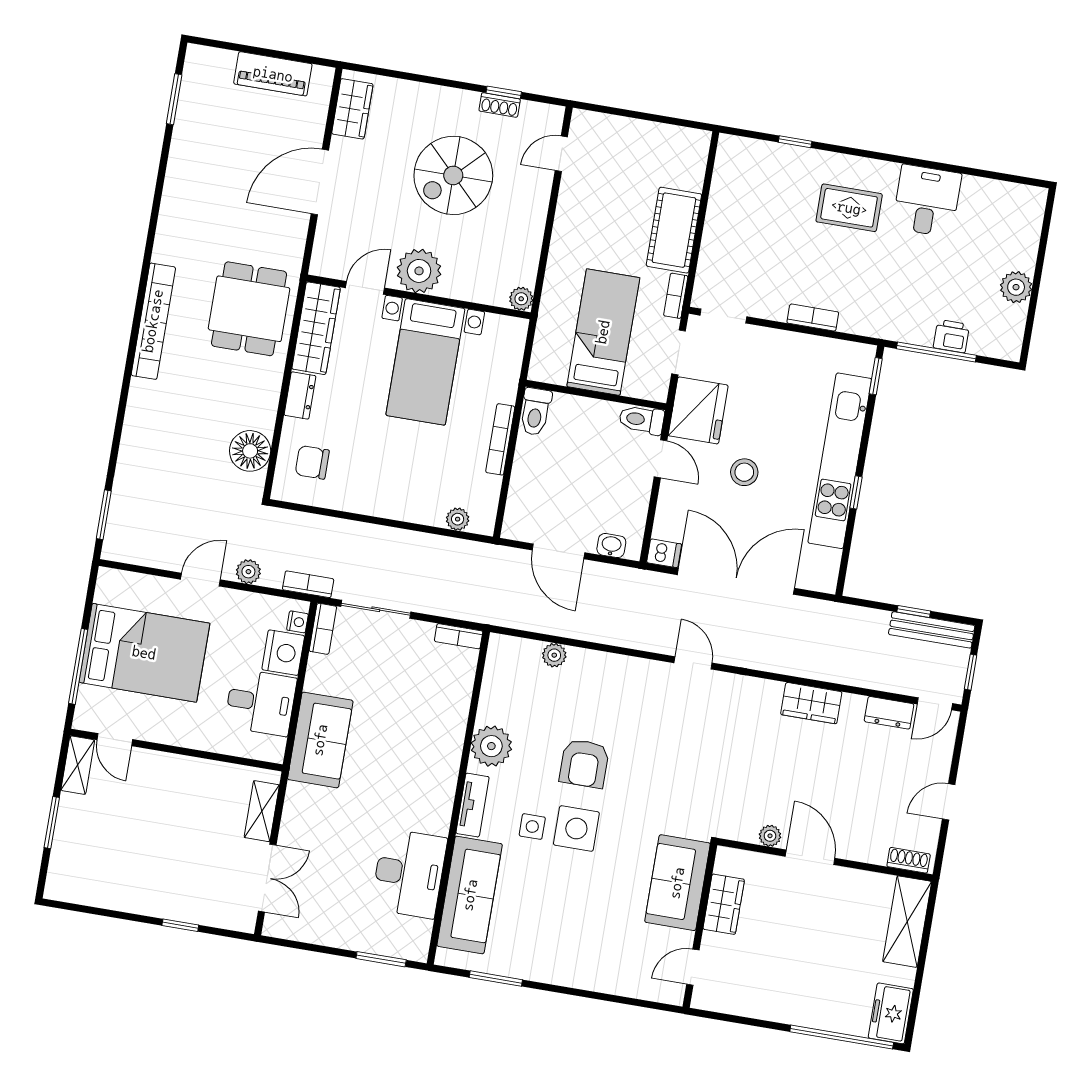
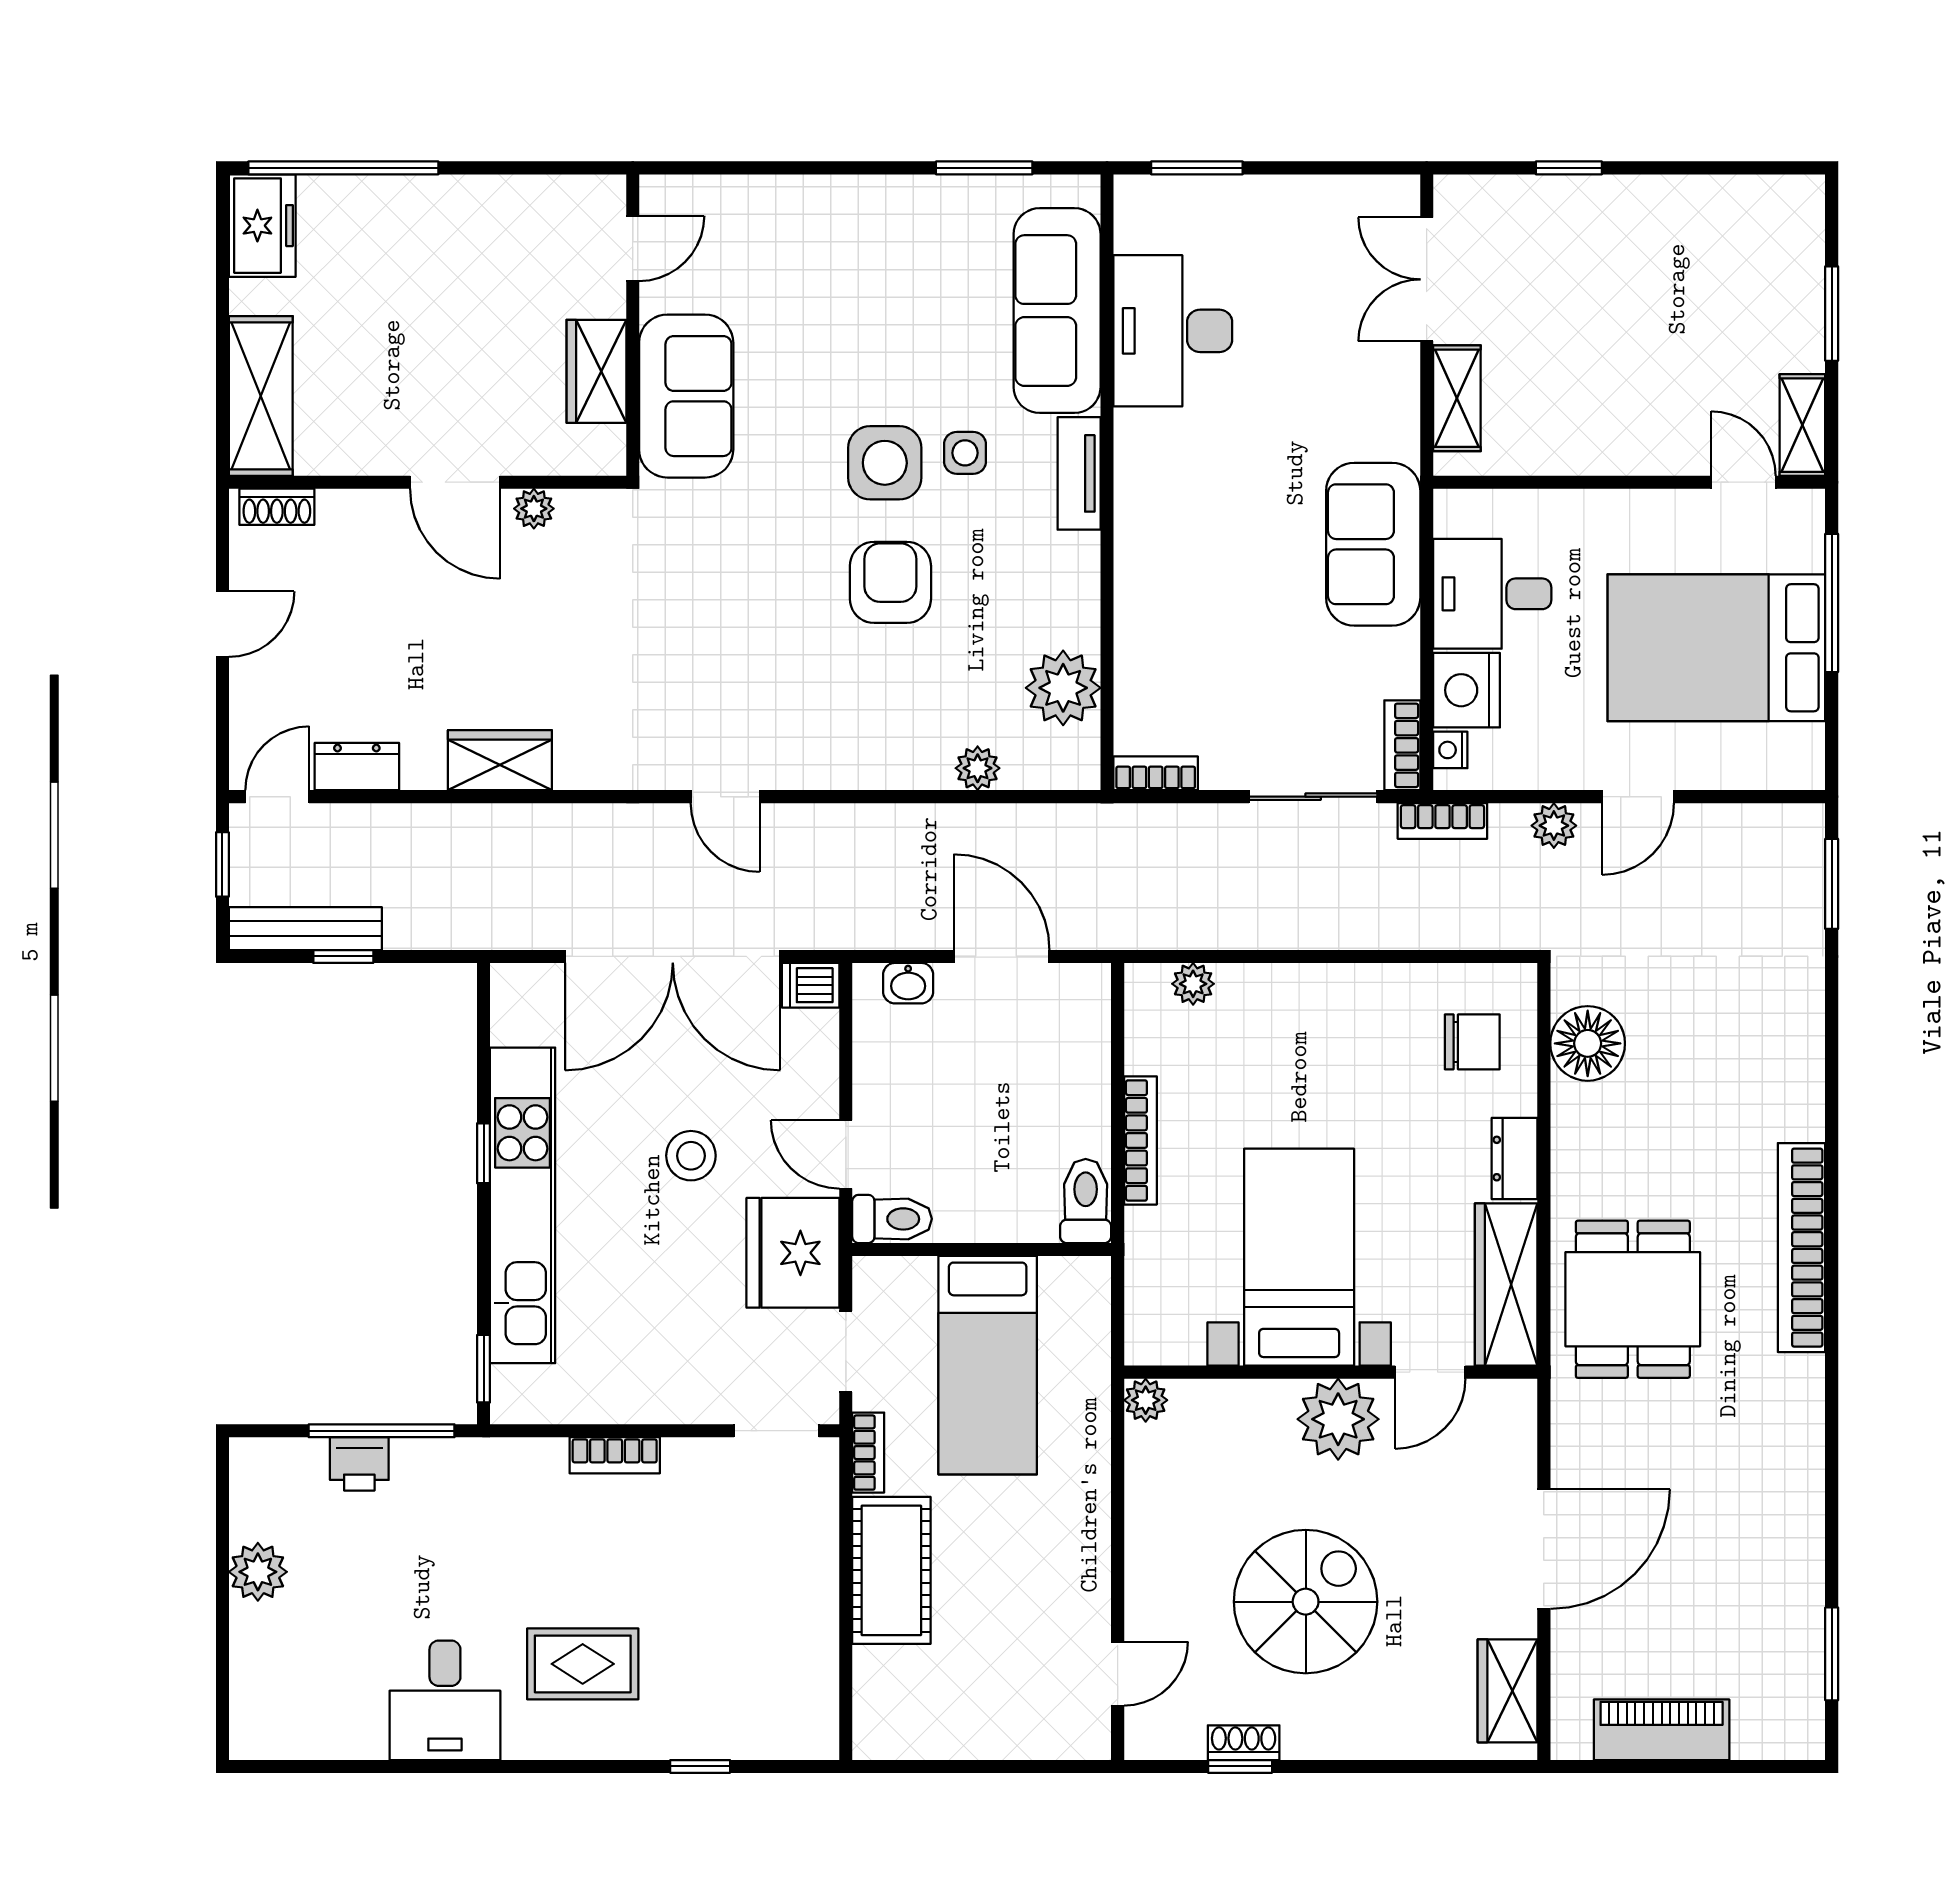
plant: (491, 746) -> (1063, 688), moved

